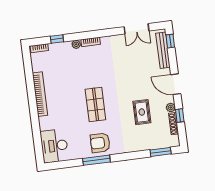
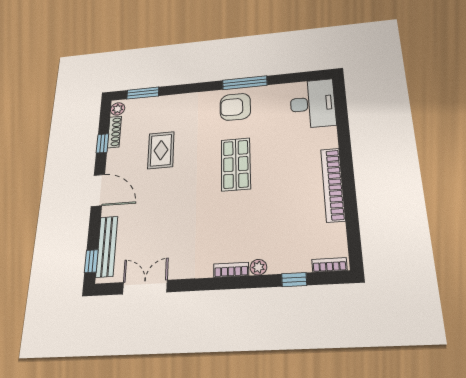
plant: (171, 107) -> (118, 109), moved
armchair: (100, 143) -> (235, 107), turned 180

